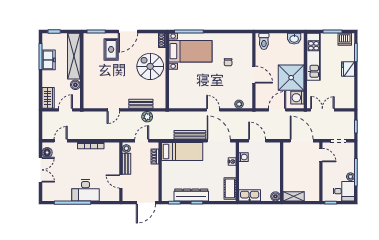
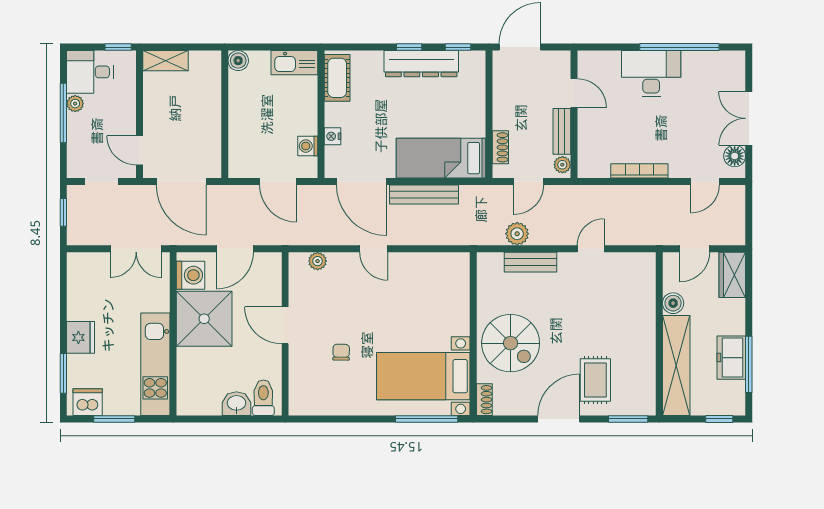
washbasin: (294, 39) -> (236, 404), moved
shelving: (294, 196) -> (166, 61), moved

